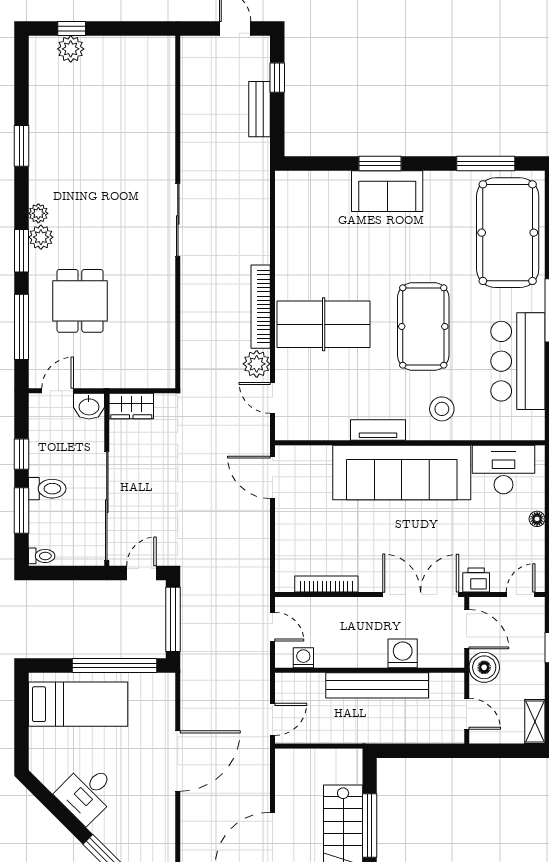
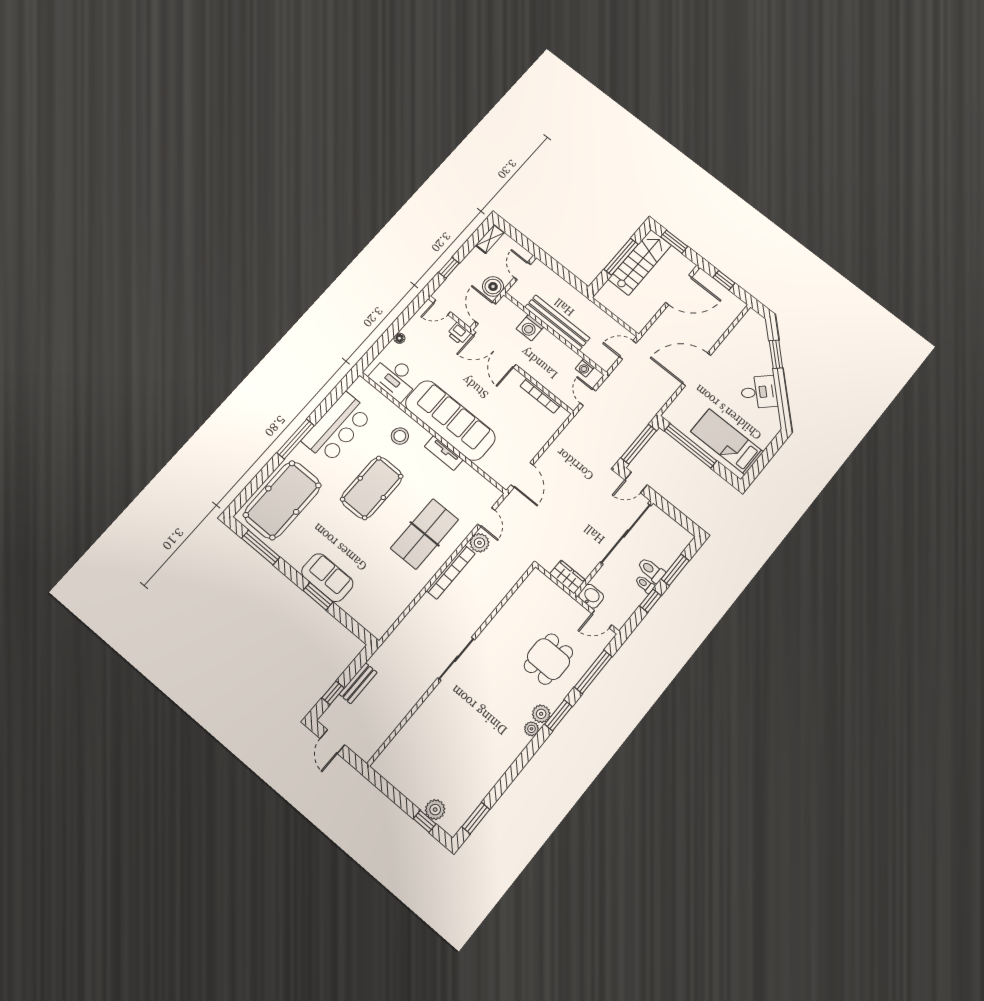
window: (22, 146) -> (476, 818), moved
table tennis table: (324, 324) -> (425, 534), turned 90
toilet: (42, 556) -> (645, 584), moved

